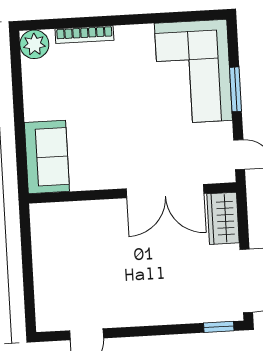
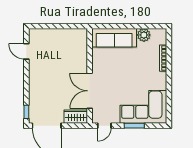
plant: (34, 44) -> (144, 35), moved
sofa: (47, 157) -> (114, 38), width x1.36

